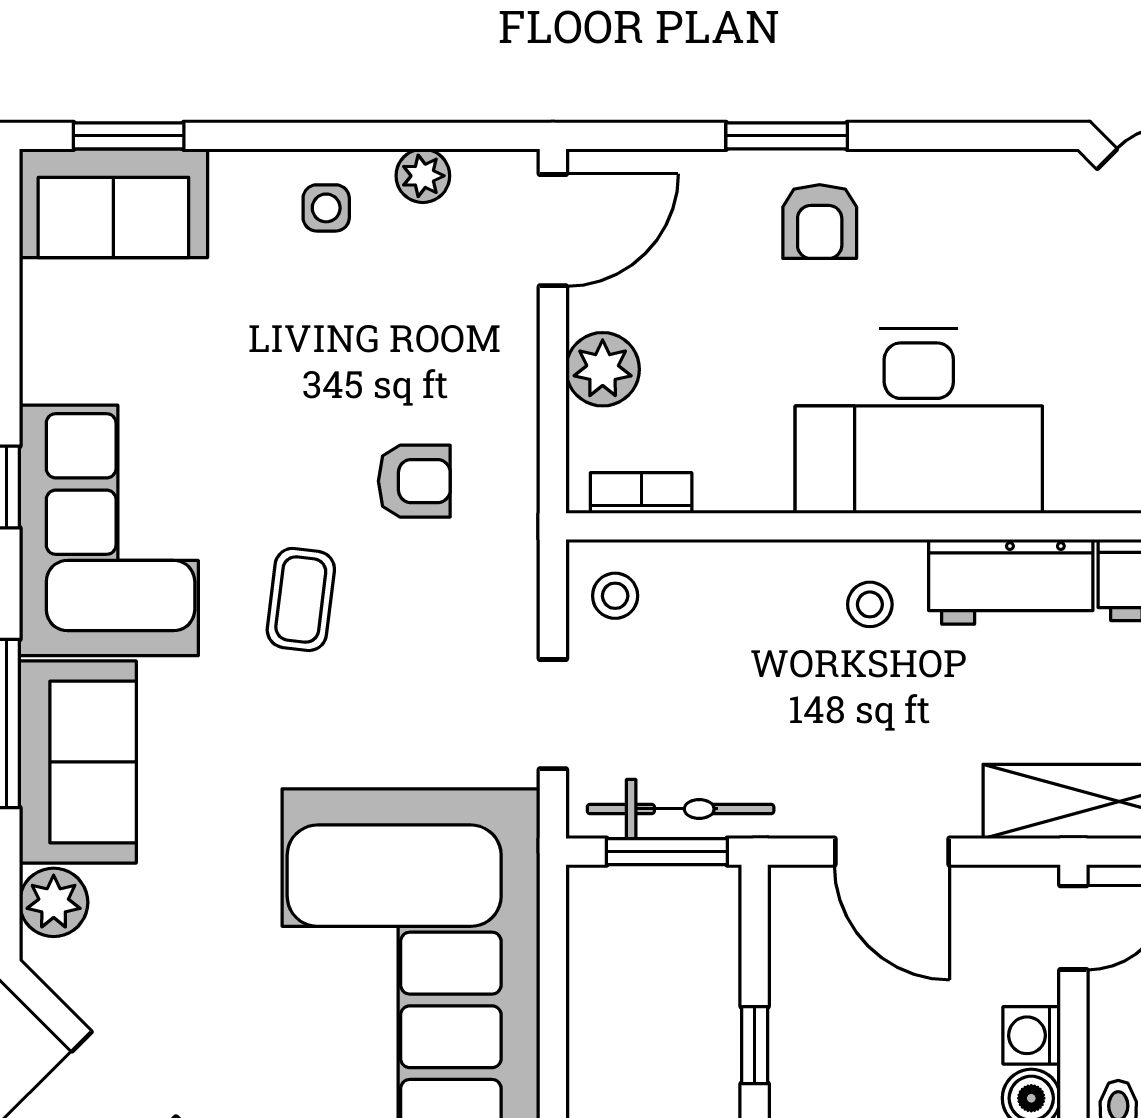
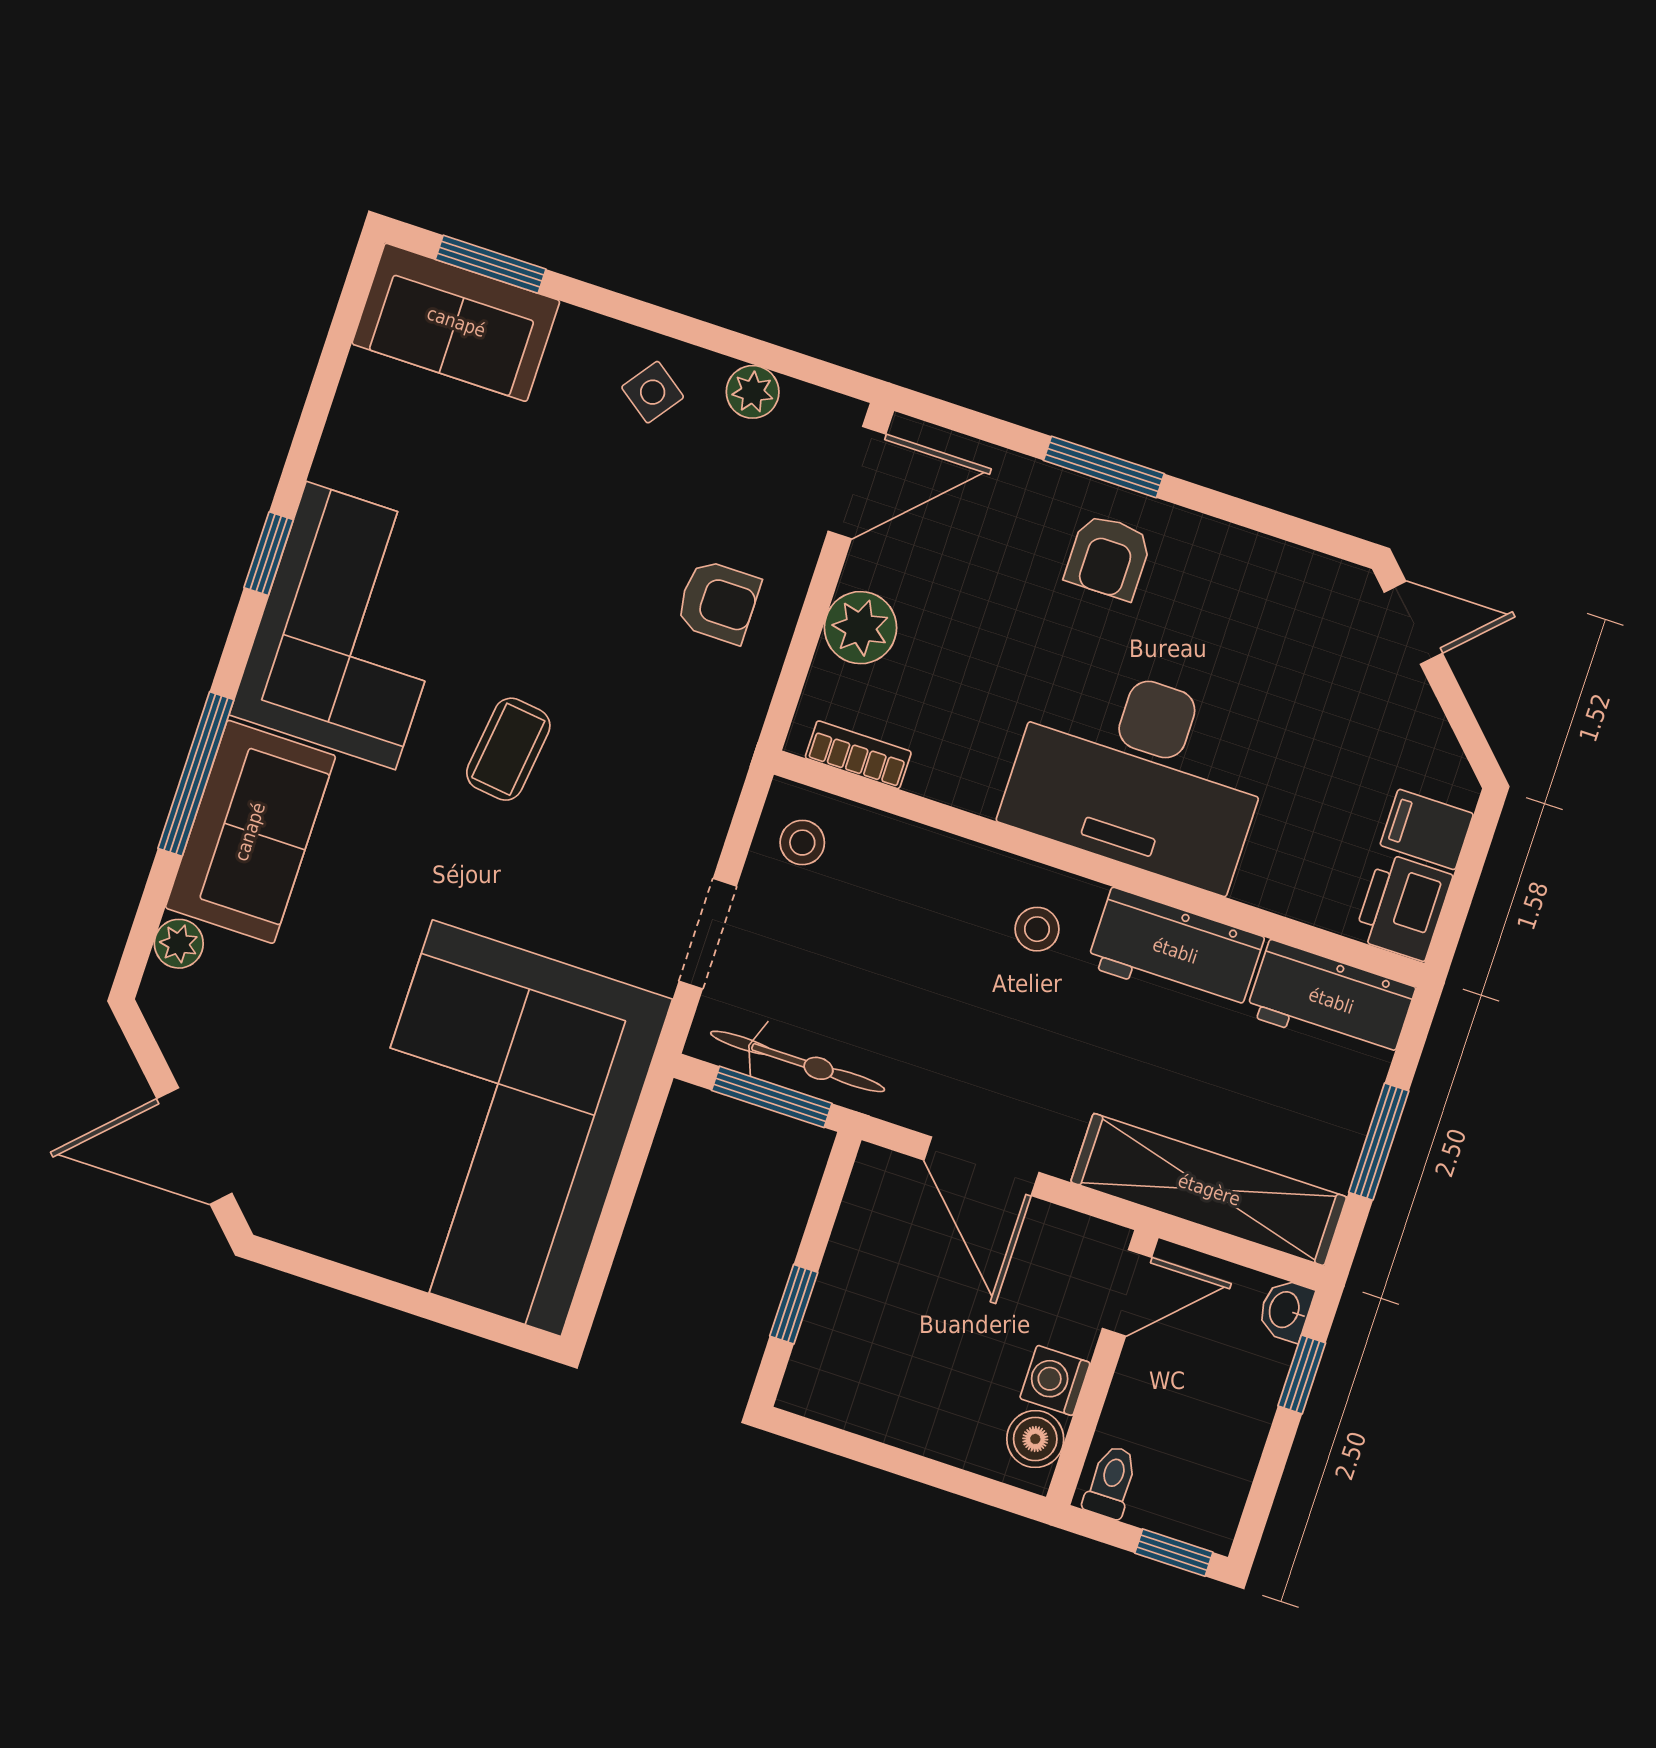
side table: (326, 208) -> (653, 392), turned 36
armchair: (414, 481) -> (718, 602), moved
plant: (54, 902) -> (179, 944), width x0.73, depth x0.73

